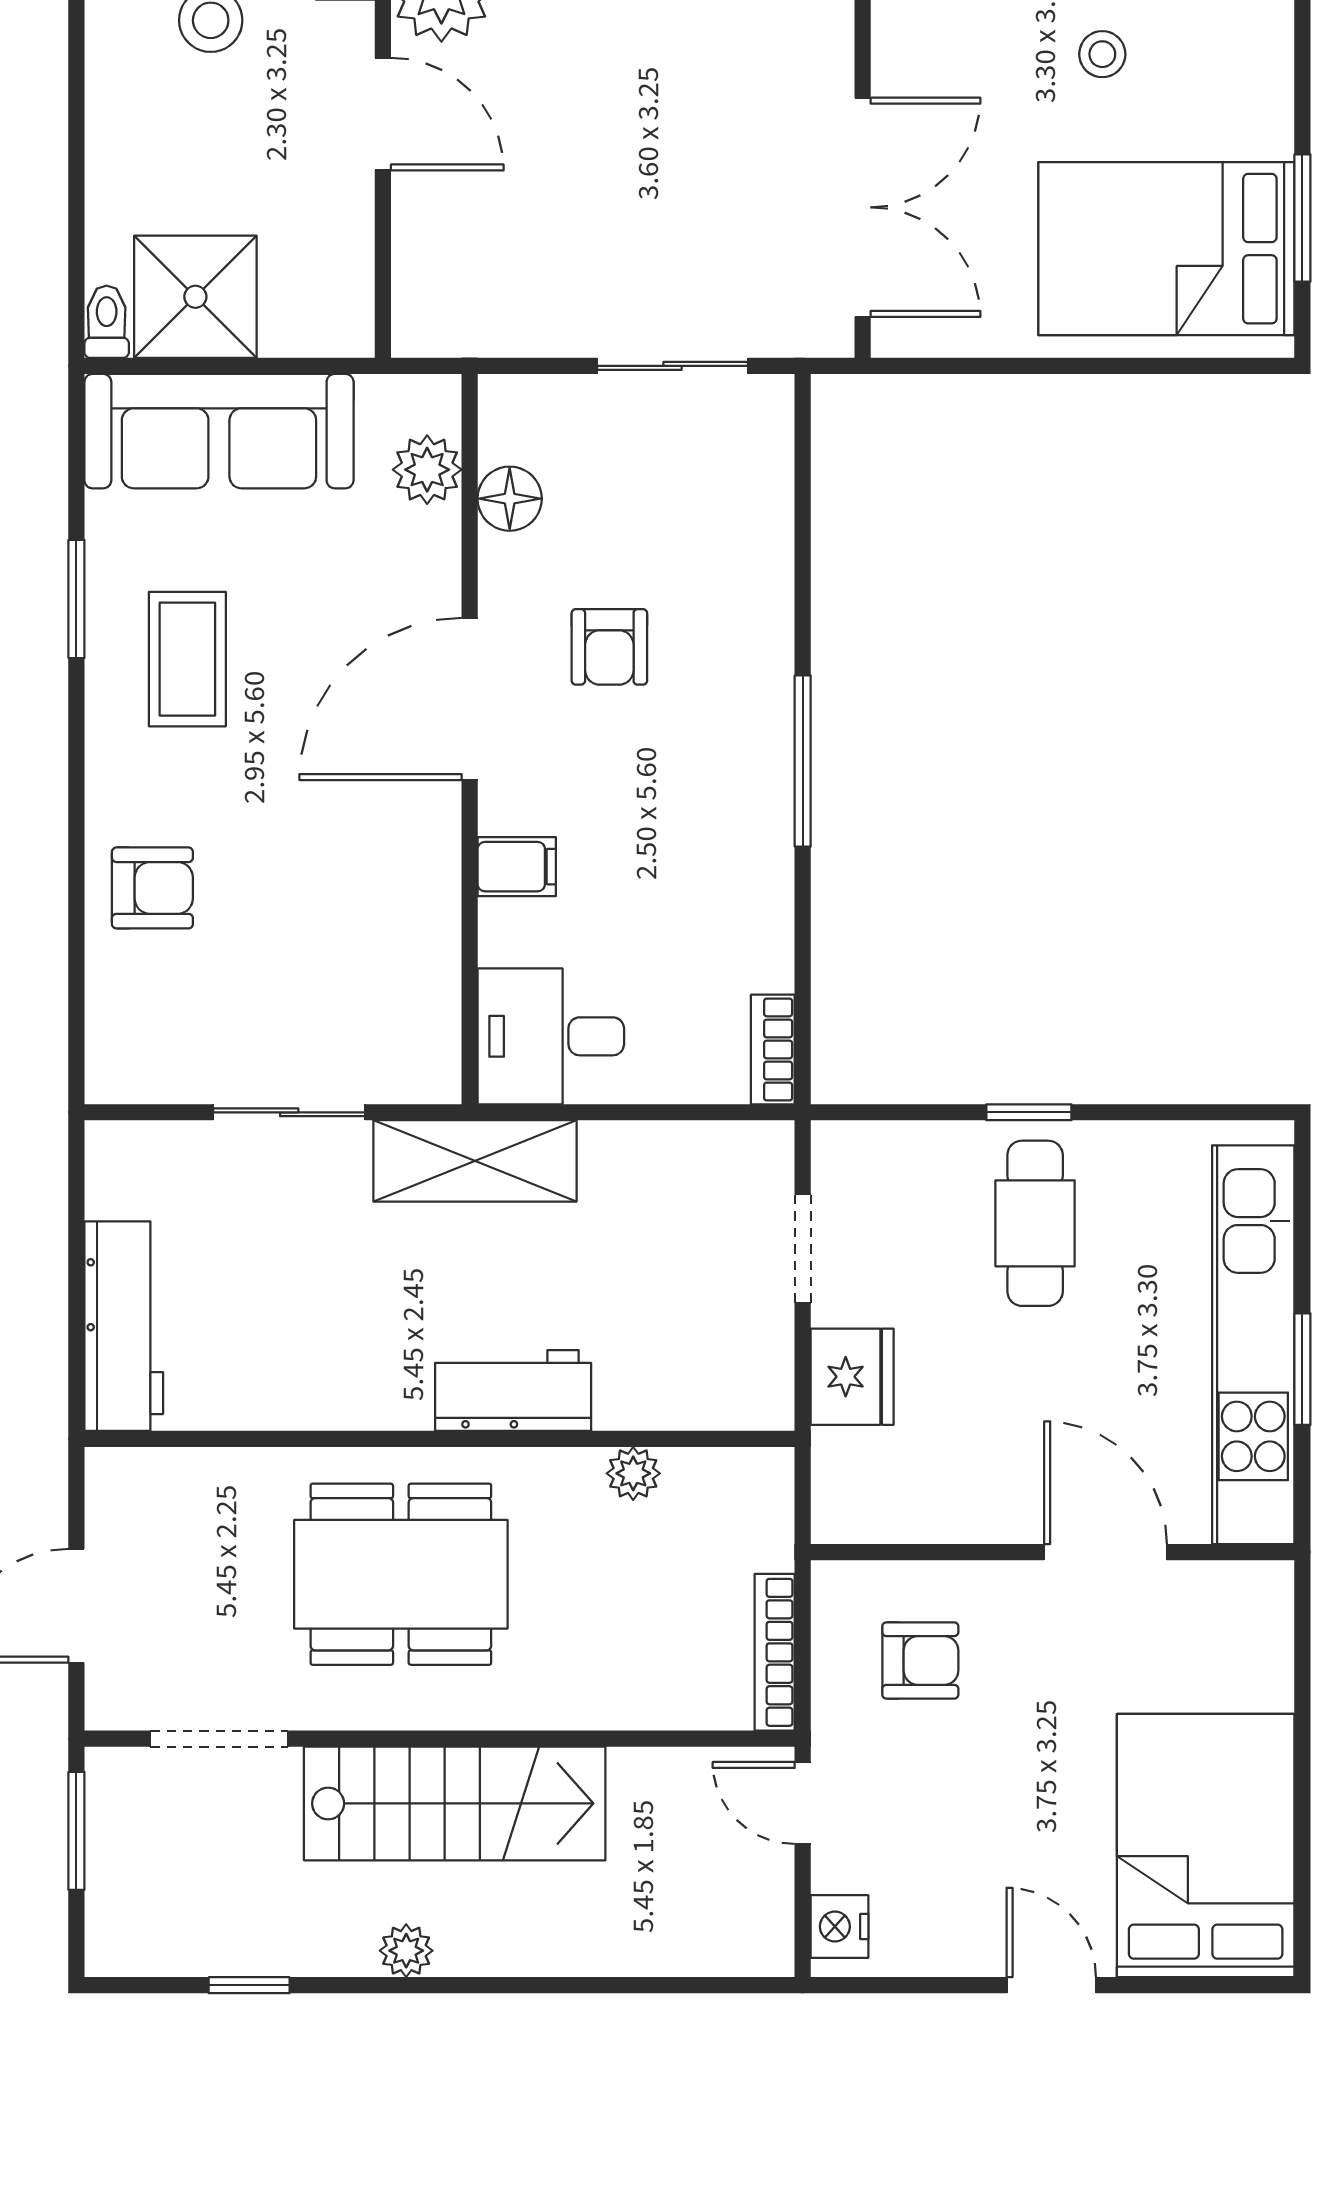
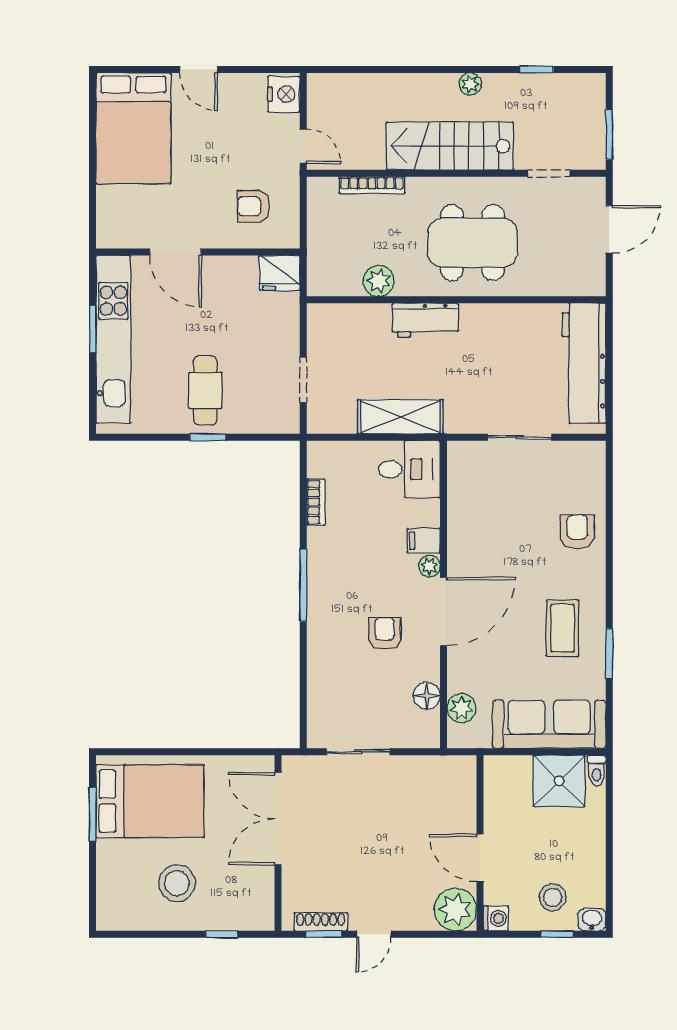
stool: (1102, 54) -> (177, 883), width x1.89, depth x1.89
plant: (503, 806) -> (429, 566), added
armchair: (152, 888) -> (577, 532), turned 90
bookcase: (773, 1049) -> (316, 502), moved
shelving: (475, 1161) -> (400, 417), moved
workbench: (124, 1326) -> (584, 363), width x1.36, depth x1.32
fridge: (852, 1377) -> (280, 273), moved, turned -90
plant: (633, 1473) -> (379, 281), width x1.38, depth x1.38
bookcase: (775, 1652) -> (372, 185), moved, turned 90
doorway: (219, 1739) -> (549, 173), width x0.73
nightstand: (839, 1927) -> (284, 94), width x1.36, depth x1.33

